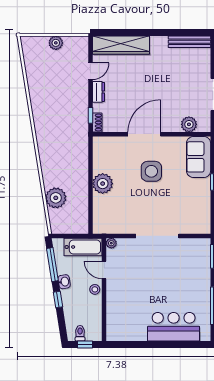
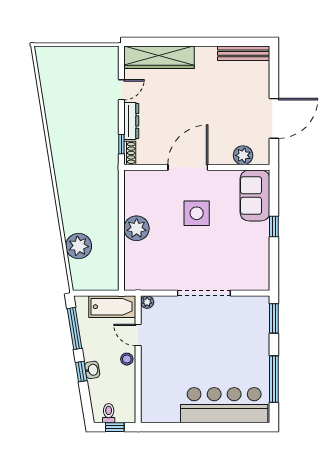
plant: (56, 43) -> (79, 55), removed
dresser: (98, 92) -> (131, 121), width x1.44
washbasin: (64, 282) -> (92, 370), moved
bar counter: (174, 327) -> (224, 405), width x1.36

